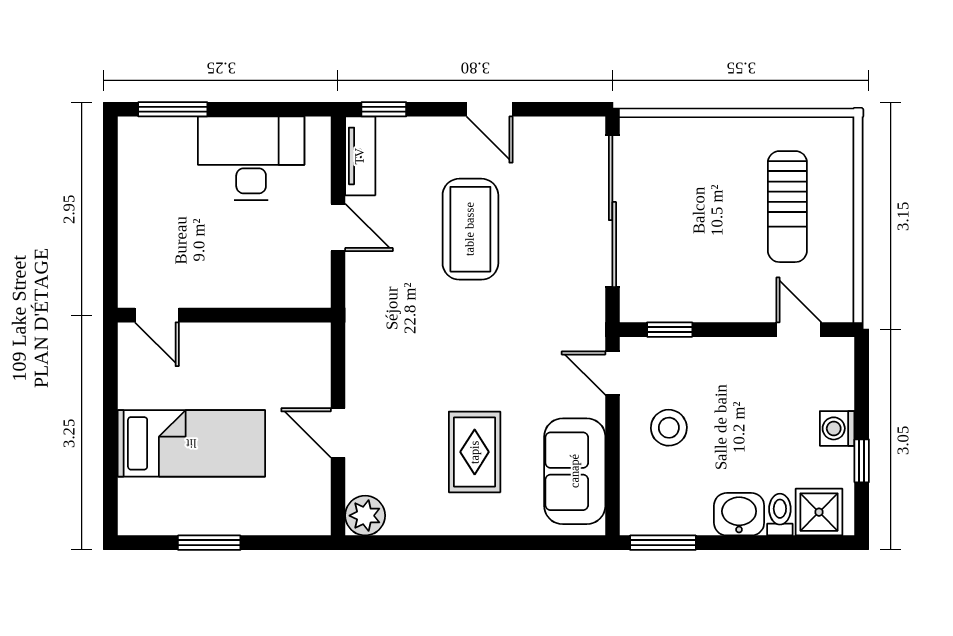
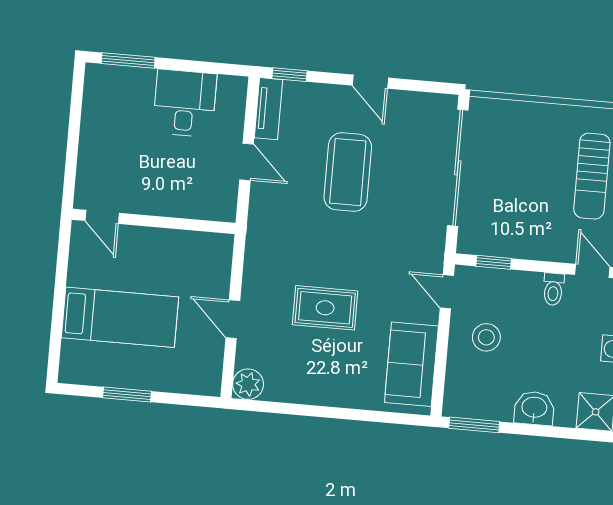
desk: (251, 158) -> (185, 103), width x0.73
rug: (475, 452) -> (325, 308), moved, turned 90
toilet: (780, 515) -> (553, 289), moved, turned 180

